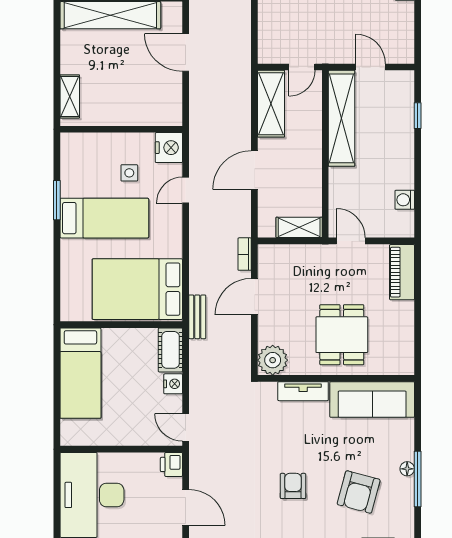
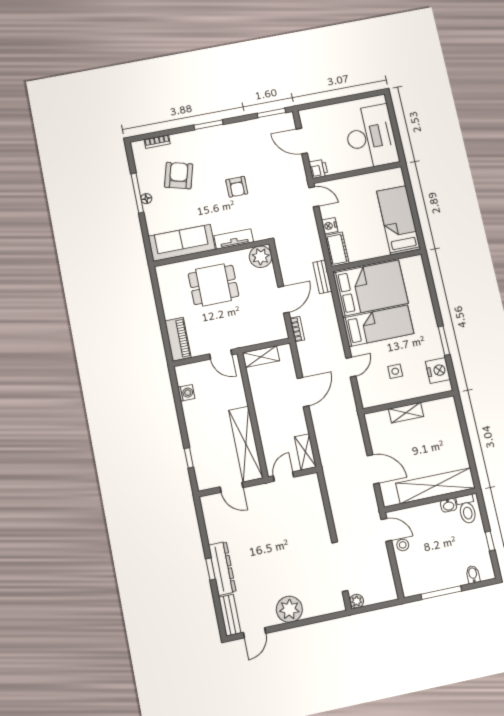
shelving: (70, 96) -> (406, 413), moved, turned 90
shelving: (271, 104) -> (305, 452), width x0.67, depth x0.75
nightstand: (169, 148) -> (438, 370), moved, turned 180
bed: (104, 218) -> (378, 326), moved, turned 180
dining table: (342, 335) -> (213, 285), turned 90
armchair: (293, 486) -> (237, 187), moved

